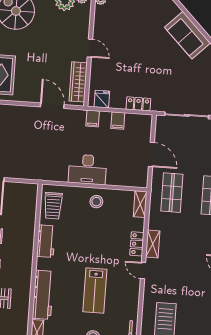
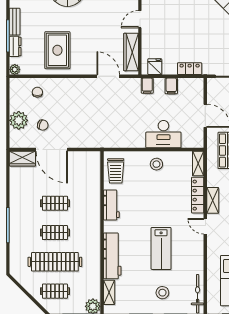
door: (90, 48) -> (140, 19), swing flipped
desk: (87, 169) -> (163, 134), moved
locker: (137, 244) -> (198, 195), width x1.53

